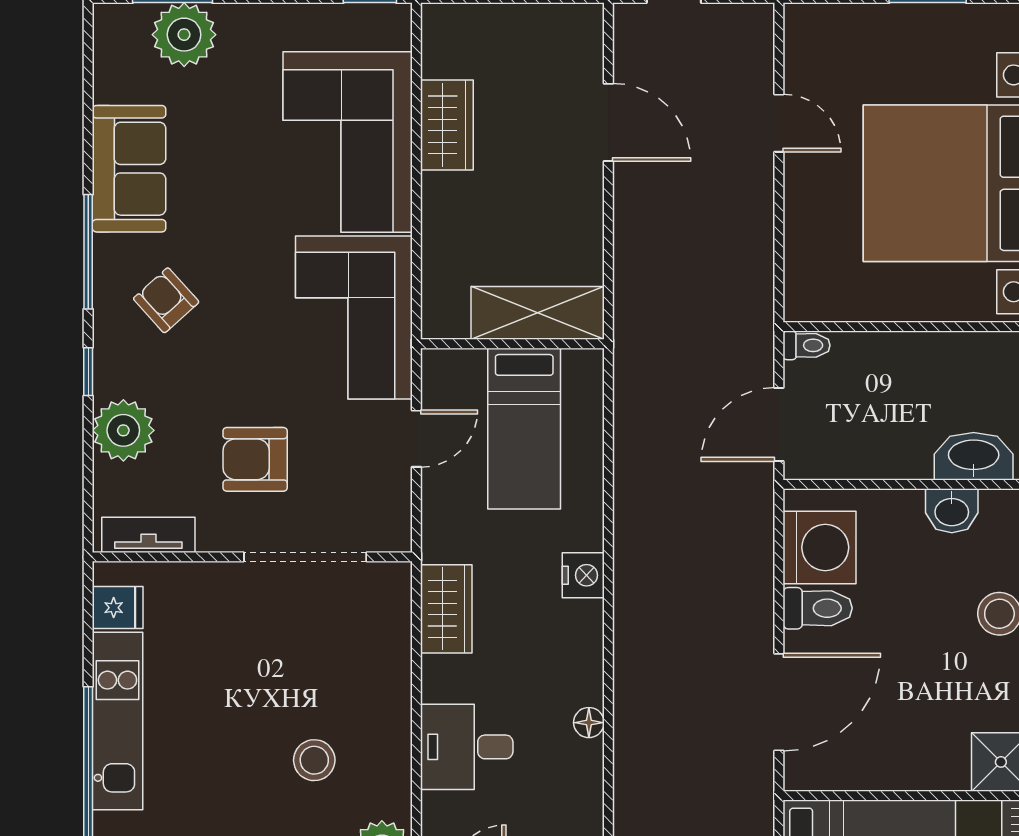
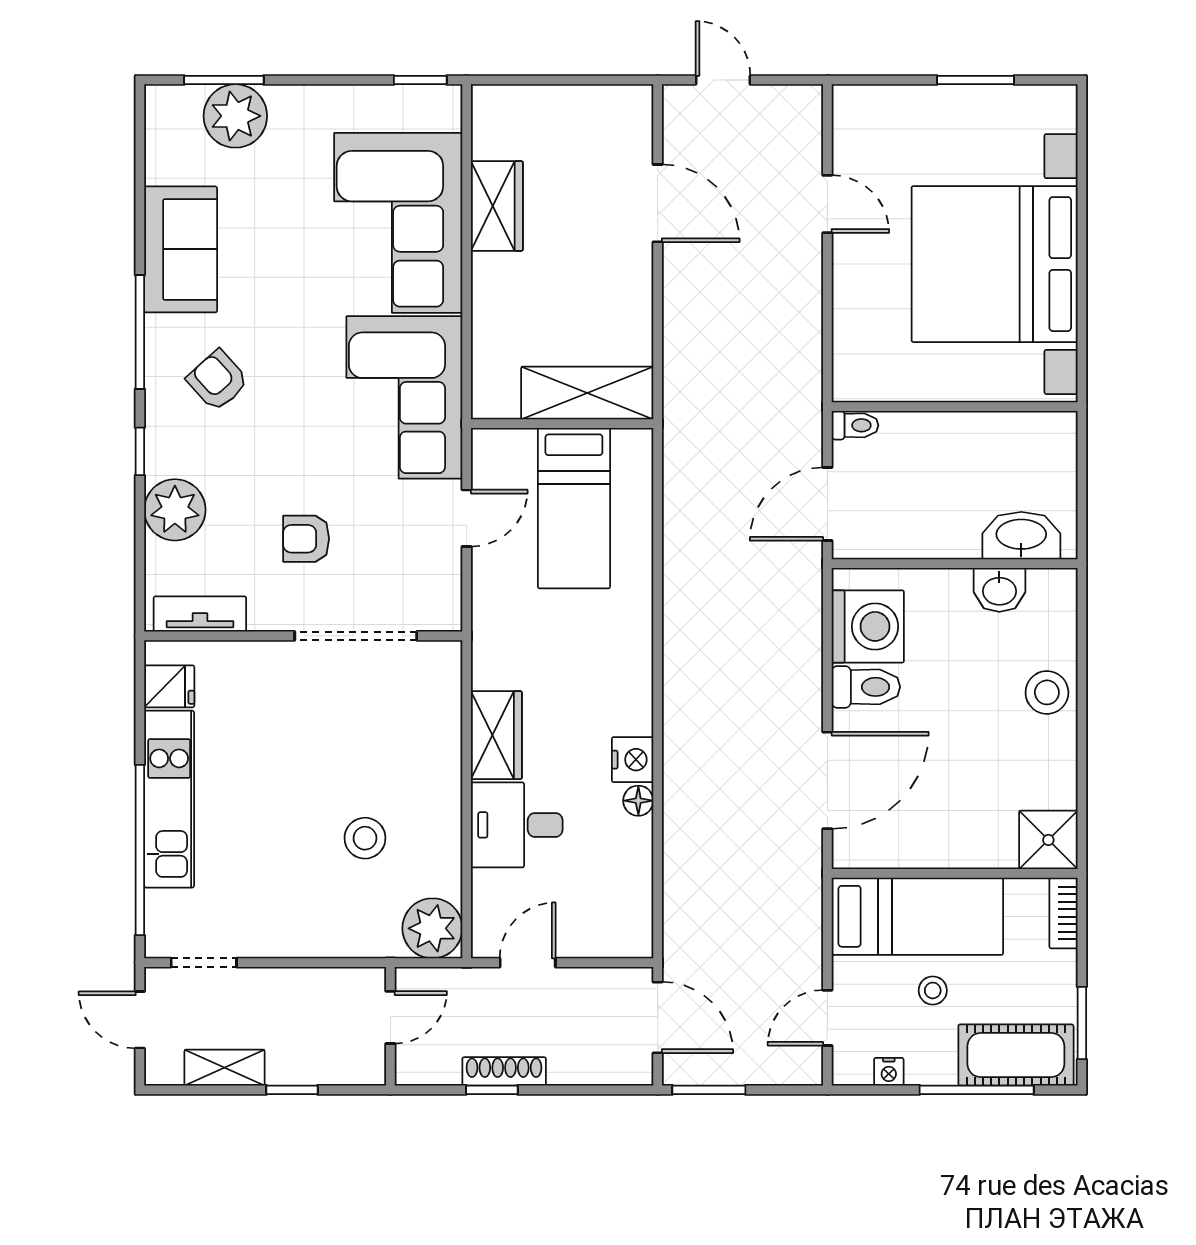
armchair: (255, 459) -> (306, 539), width x0.72, depth x0.72
nightstand: (583, 575) -> (633, 760), moved
wardrobe: (446, 609) -> (496, 735), moved

